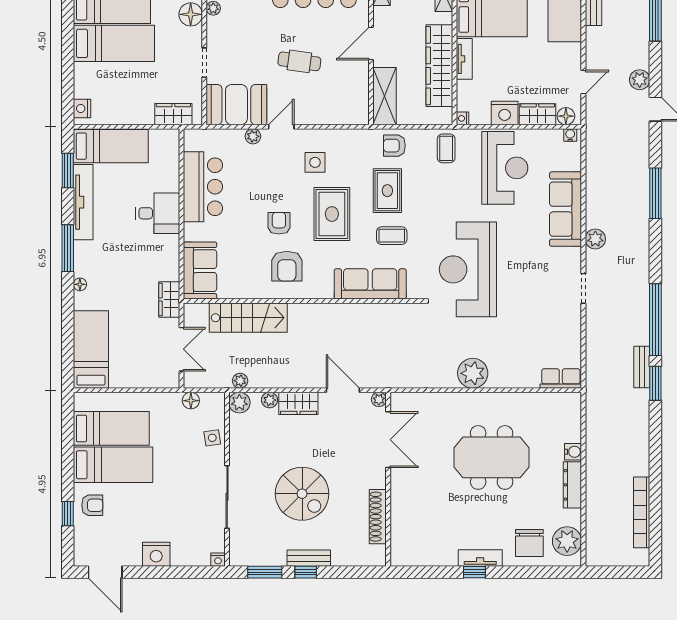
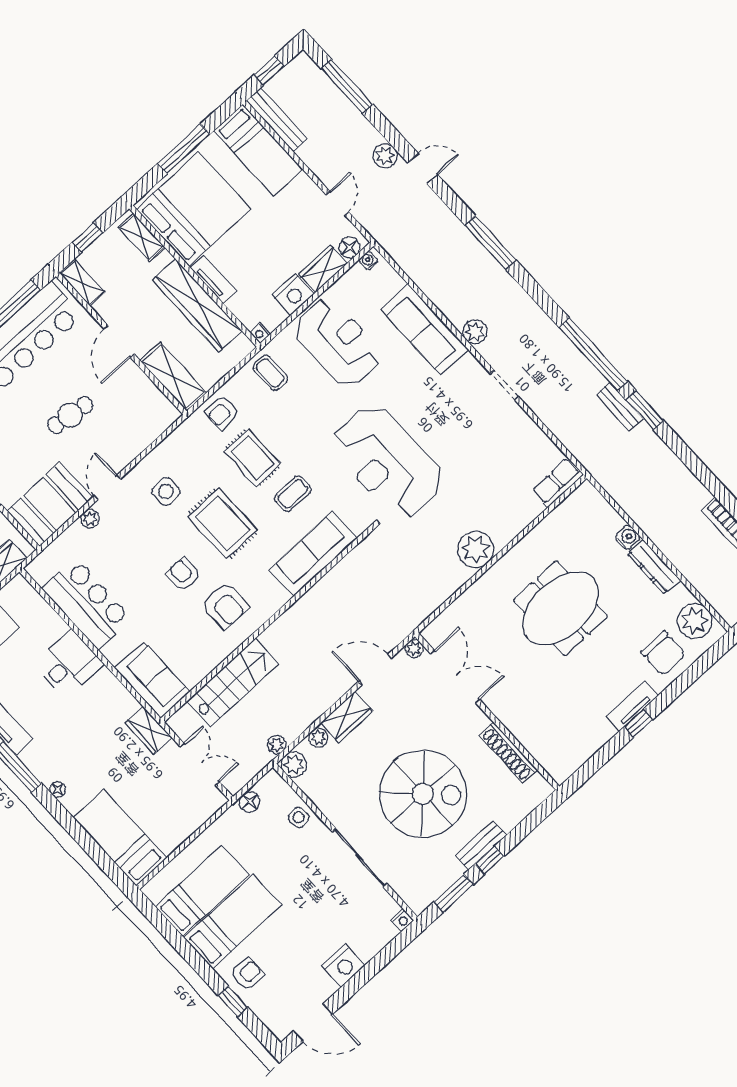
spiral stairs: (302, 494) -> (423, 794), width x1.37, depth x1.37

